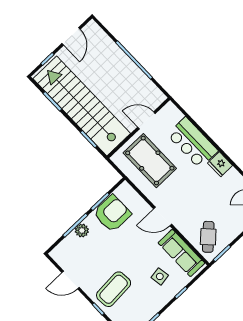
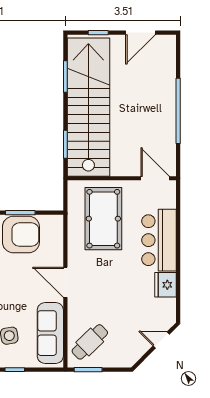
door: (146, 120) -> (155, 178), moved

